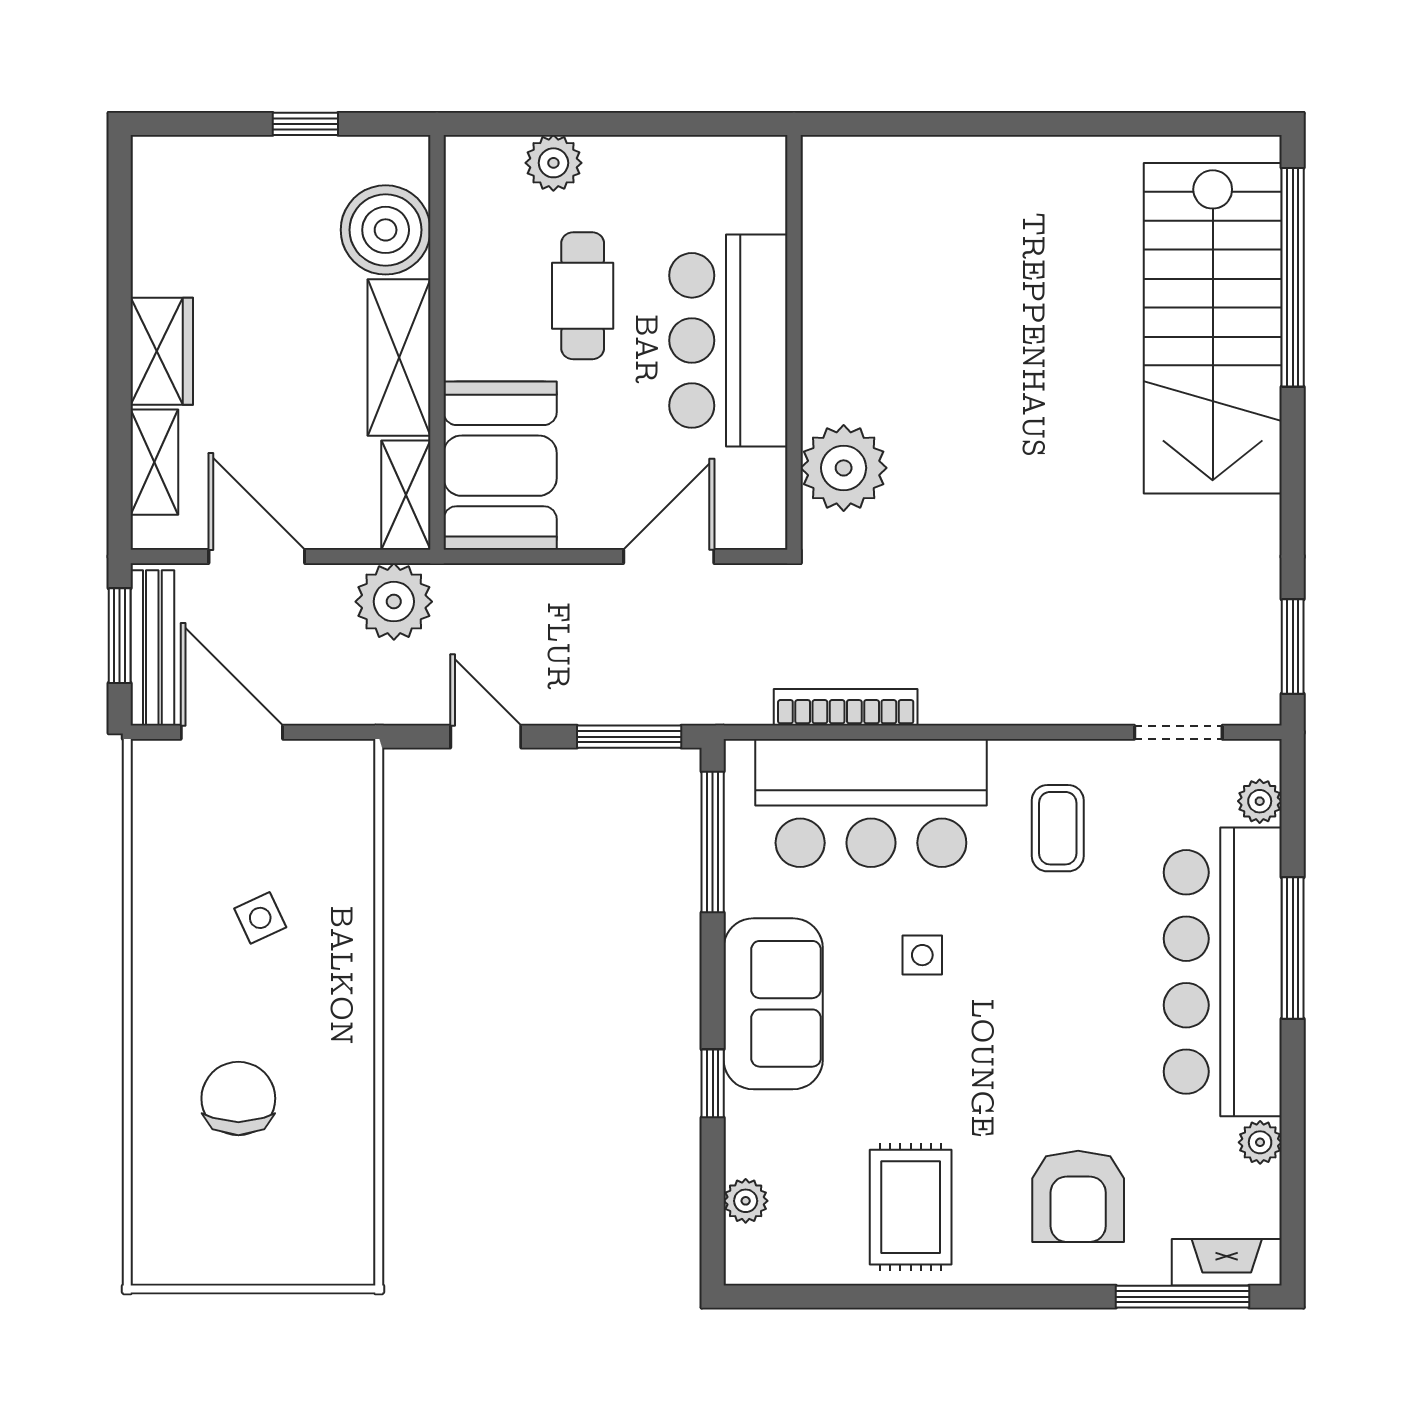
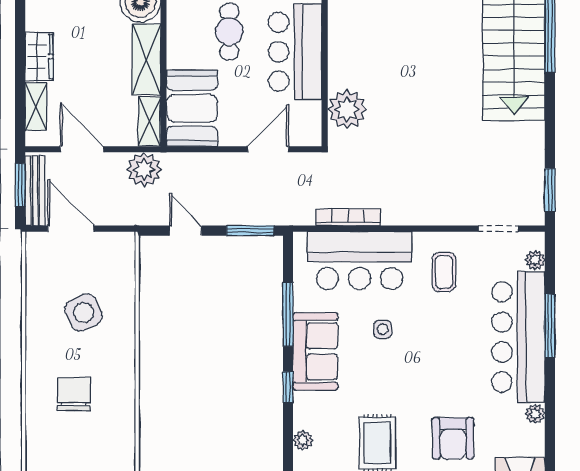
window: (713, 842) -> (288, 314), moved
side table: (260, 918) -> (84, 313), width x1.87, depth x1.87

